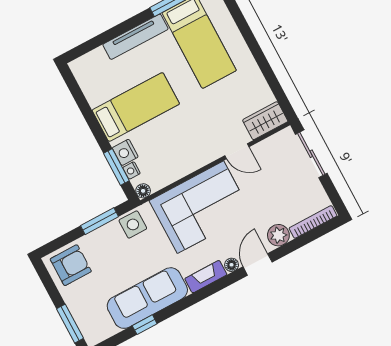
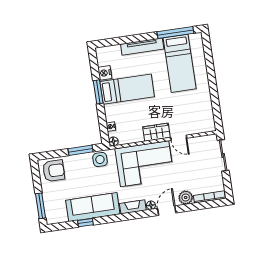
wardrobe: (265, 121) -> (156, 132), moved
nightstand: (125, 152) -> (105, 73), moved
window: (116, 167) -> (98, 92), moved

